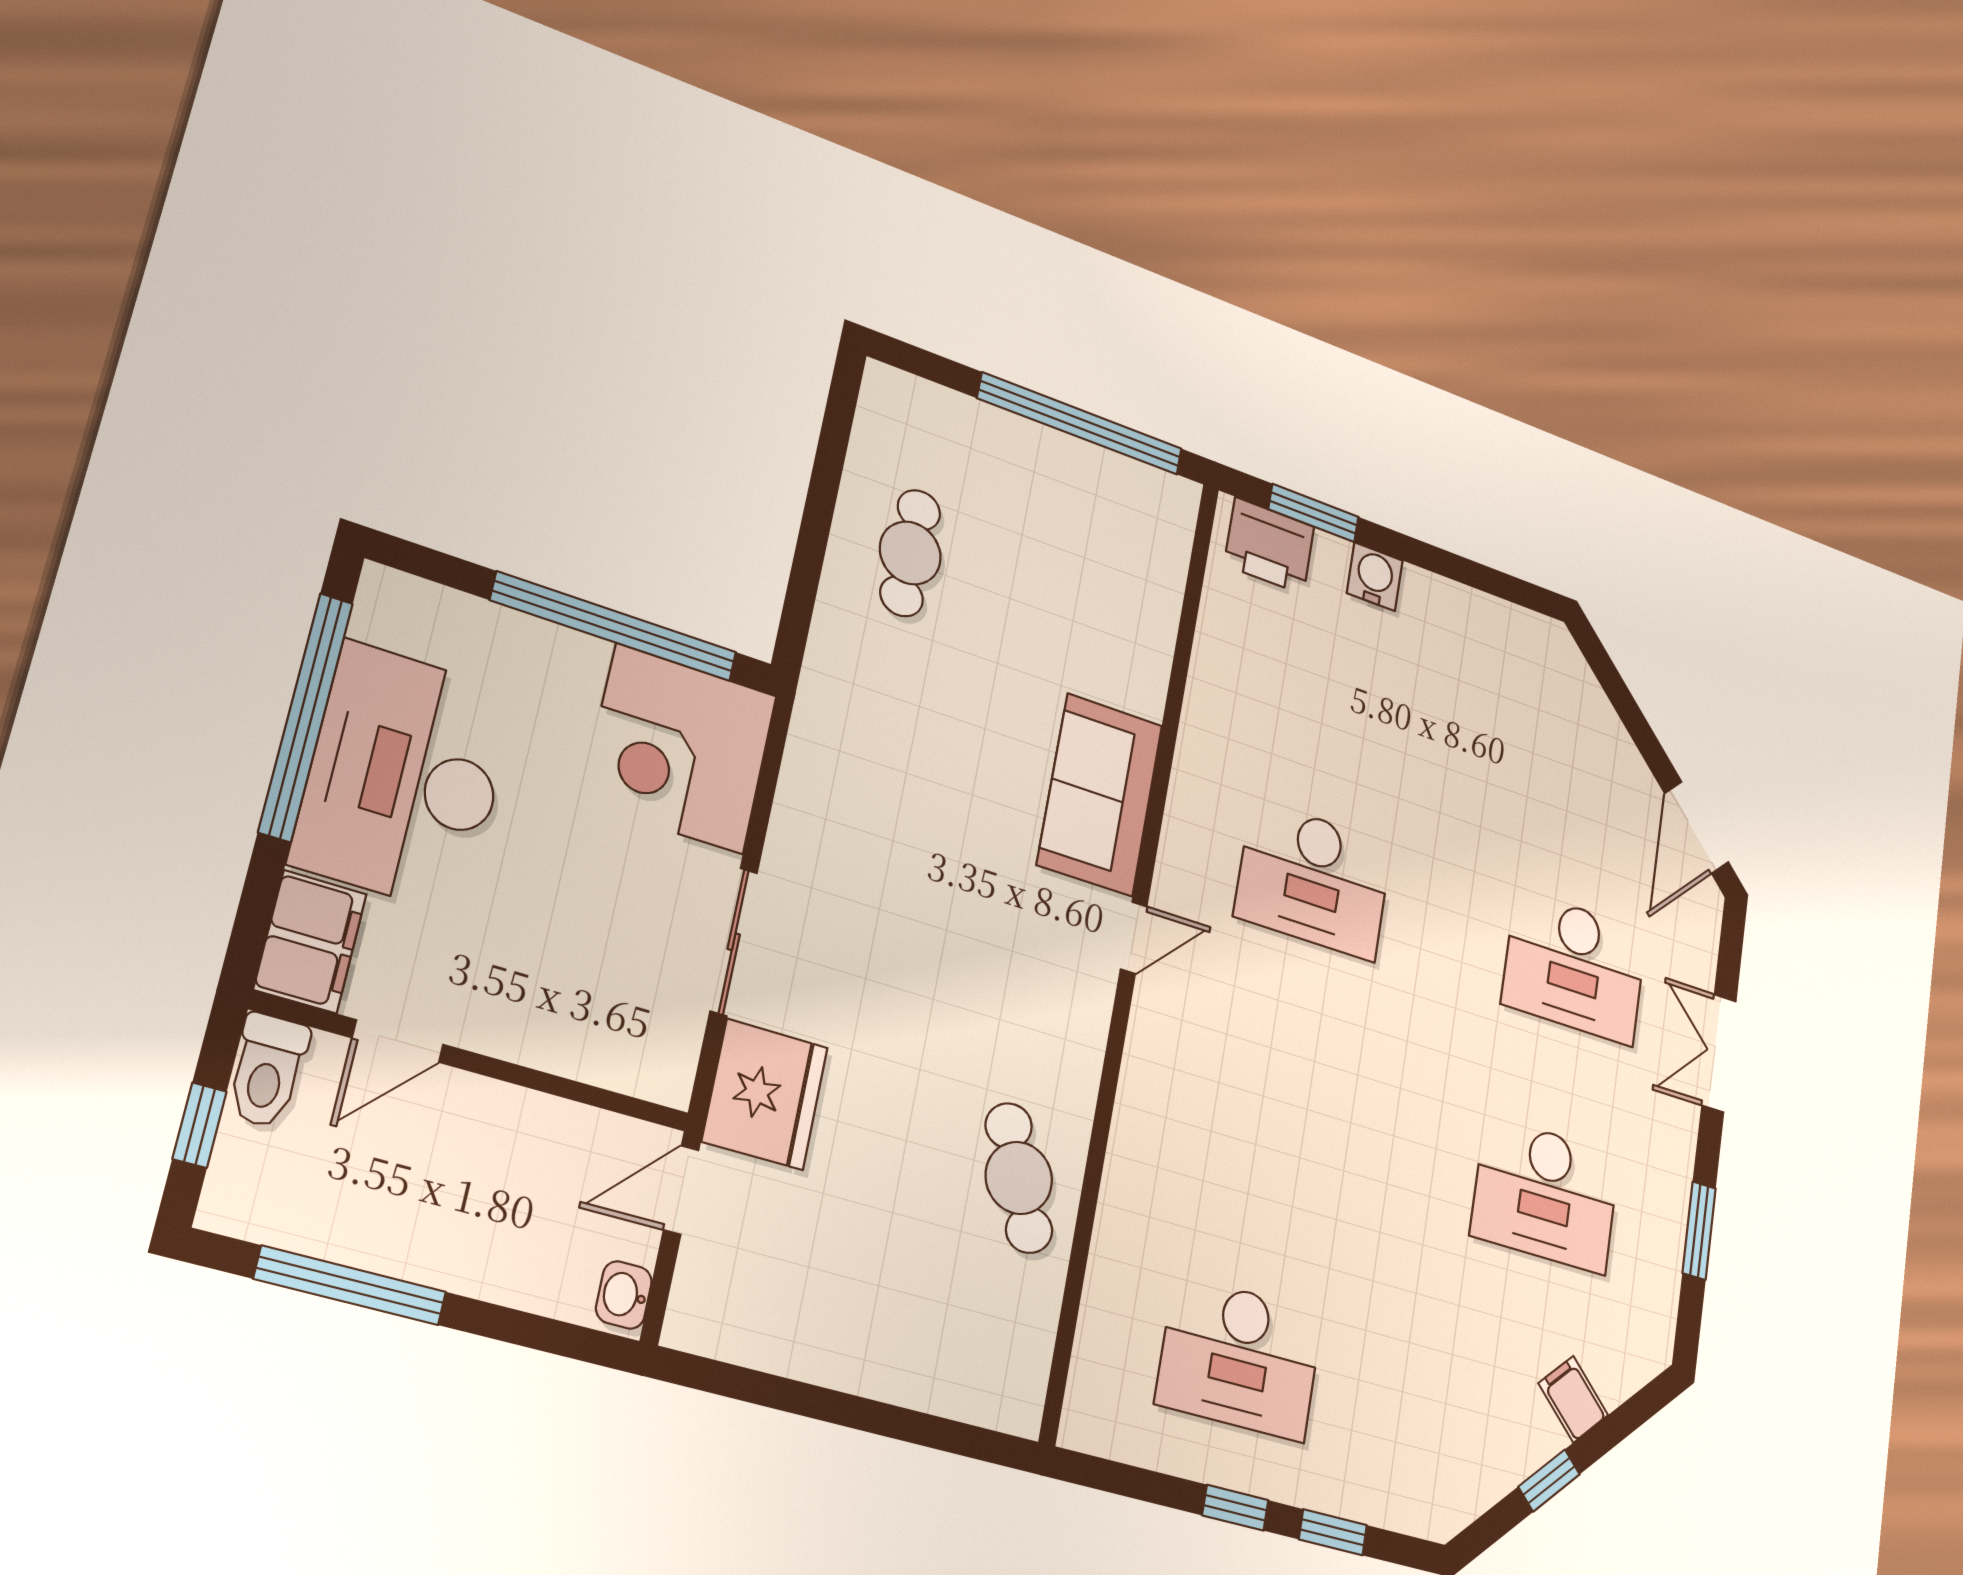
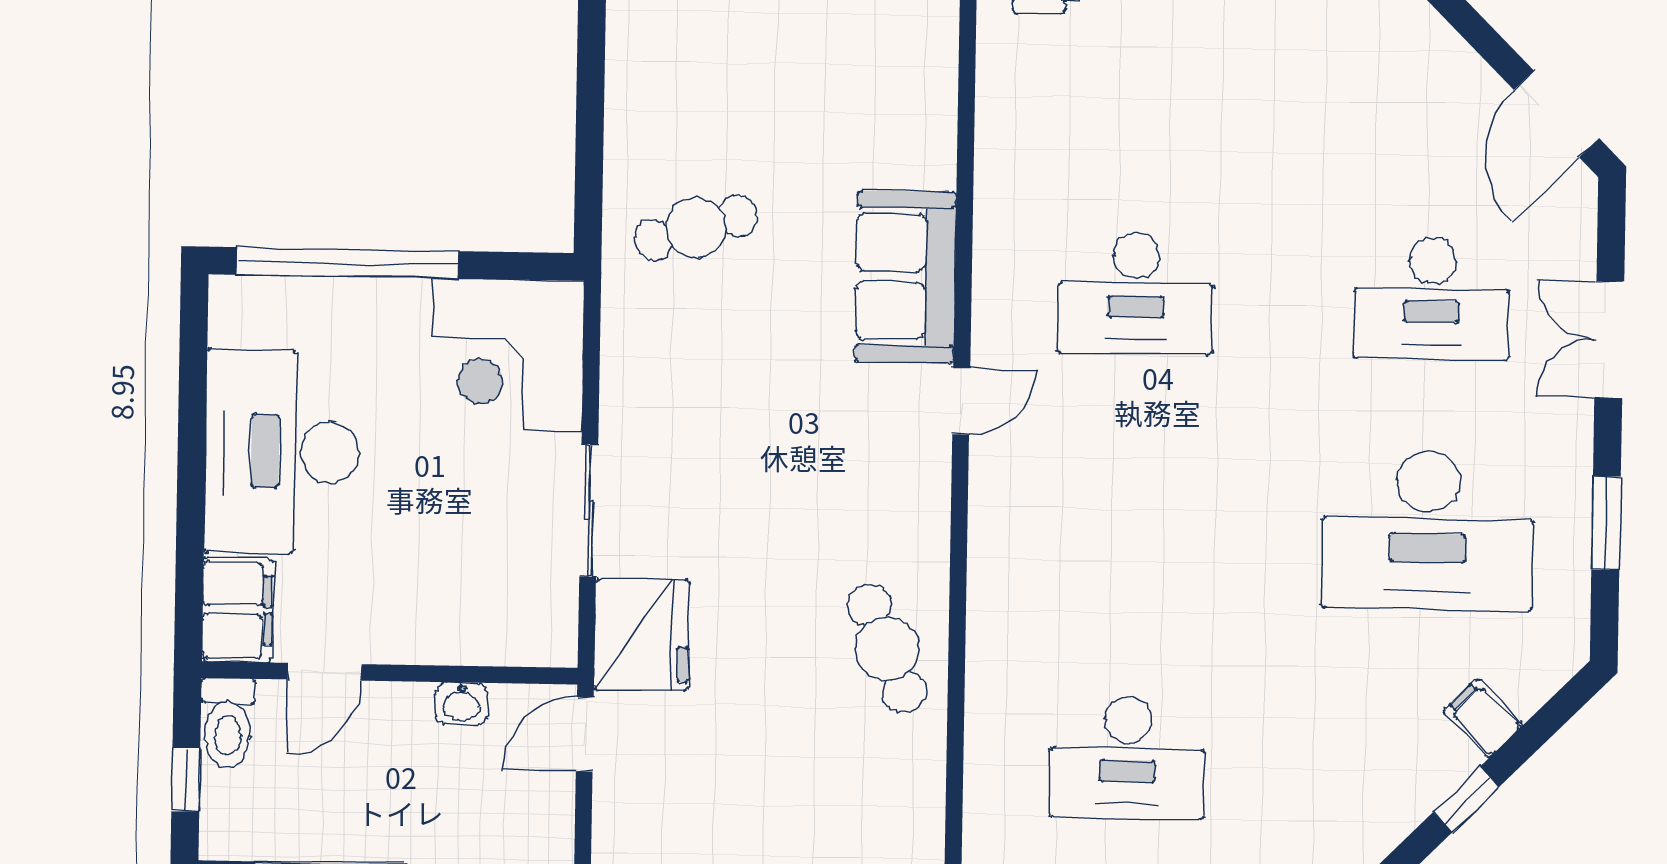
cafe table: (910, 553) -> (696, 228), moved, turned 73
window: (615, 627) -> (348, 263), moved
window: (306, 717) -> (192, 425), removed
desk: (1546, 1195) -> (1428, 531), width x1.36, depth x1.30
washbasin: (624, 1295) -> (462, 704), moved, turned -90

